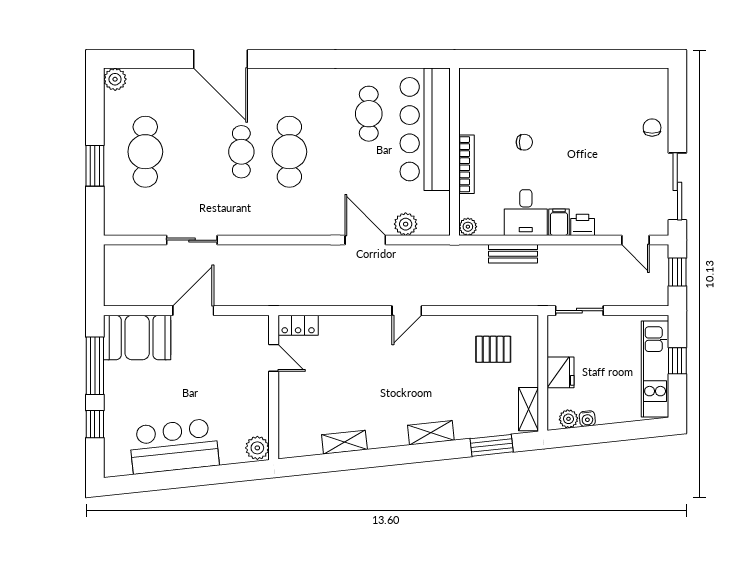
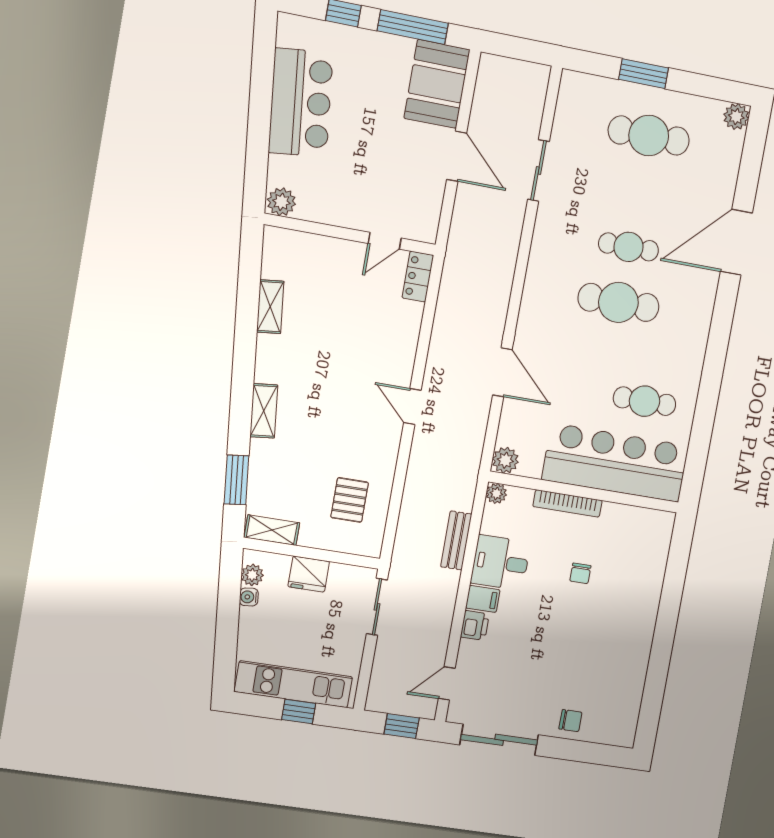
plant: (406, 224) -> (505, 460), moved
door: (365, 240) -> (502, 372), hinge flipped

